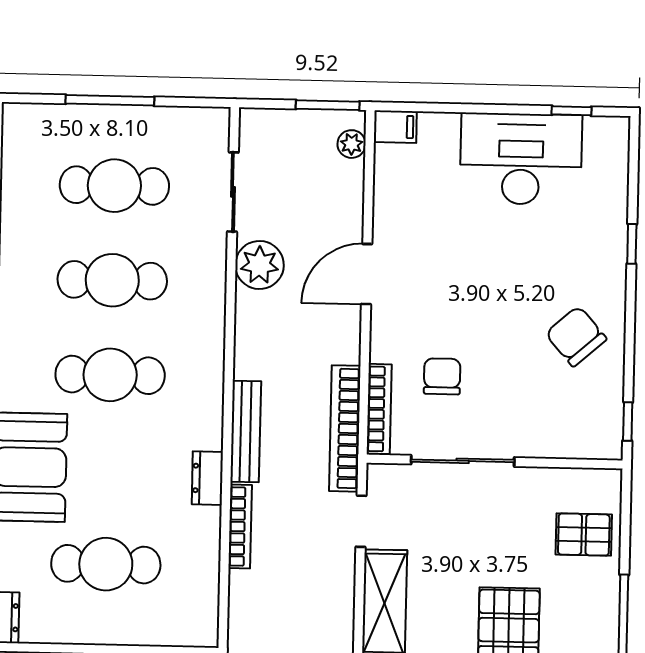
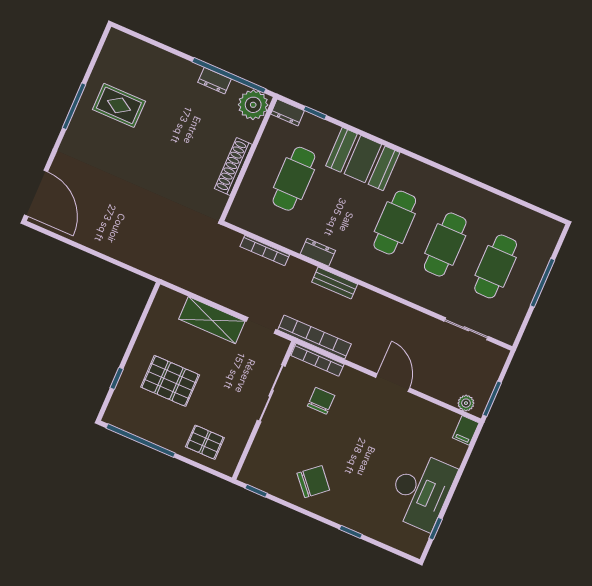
plant: (259, 265) -> (421, 327), removed
chair: (442, 376) -> (321, 401), turned -90
bench: (246, 432) -> (335, 283), width x0.73
bookcase: (240, 527) -> (265, 251), moved
pallet: (584, 535) -> (205, 442), turned 90

